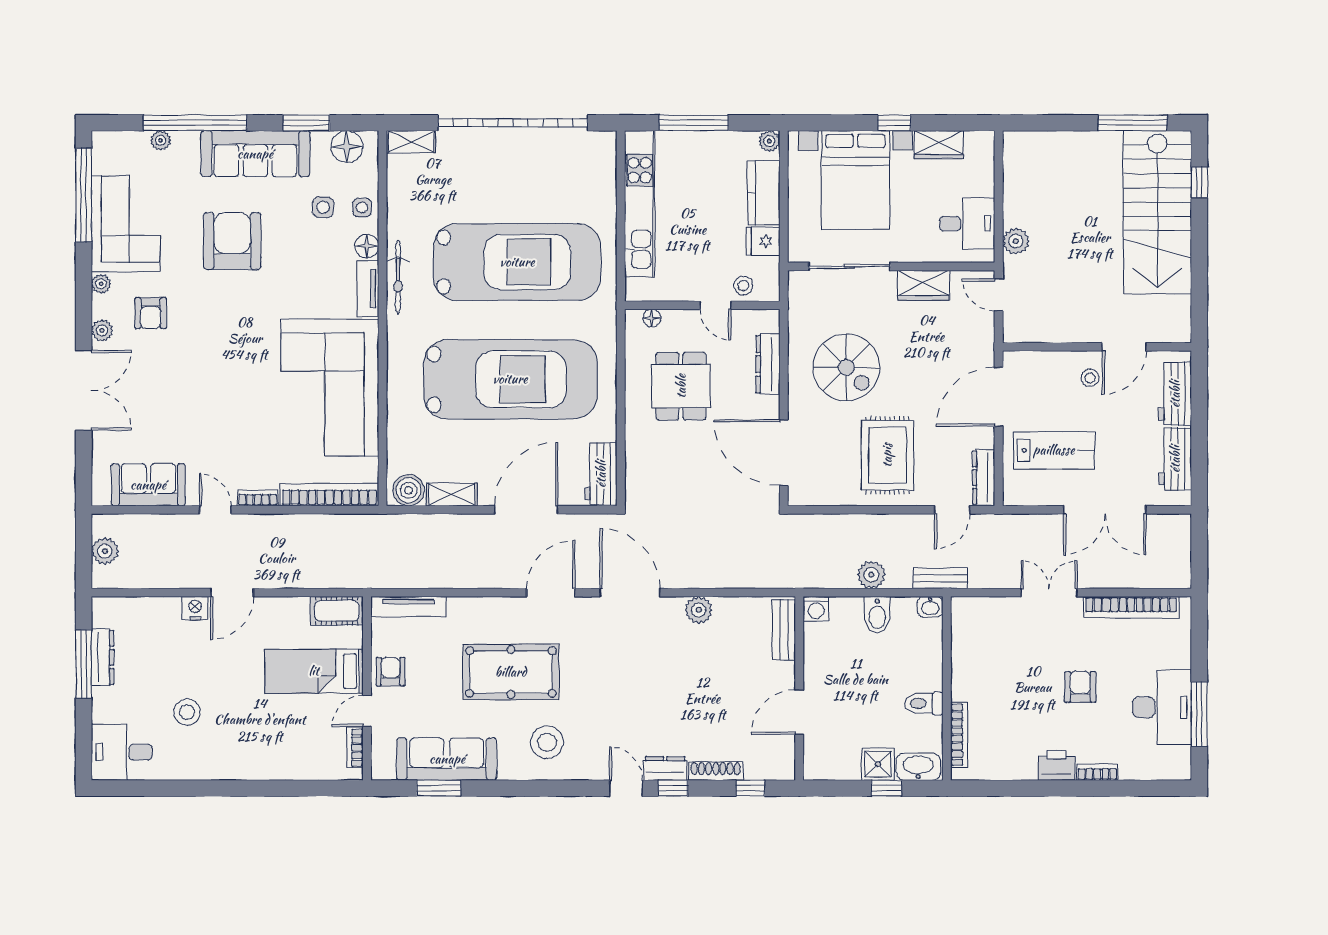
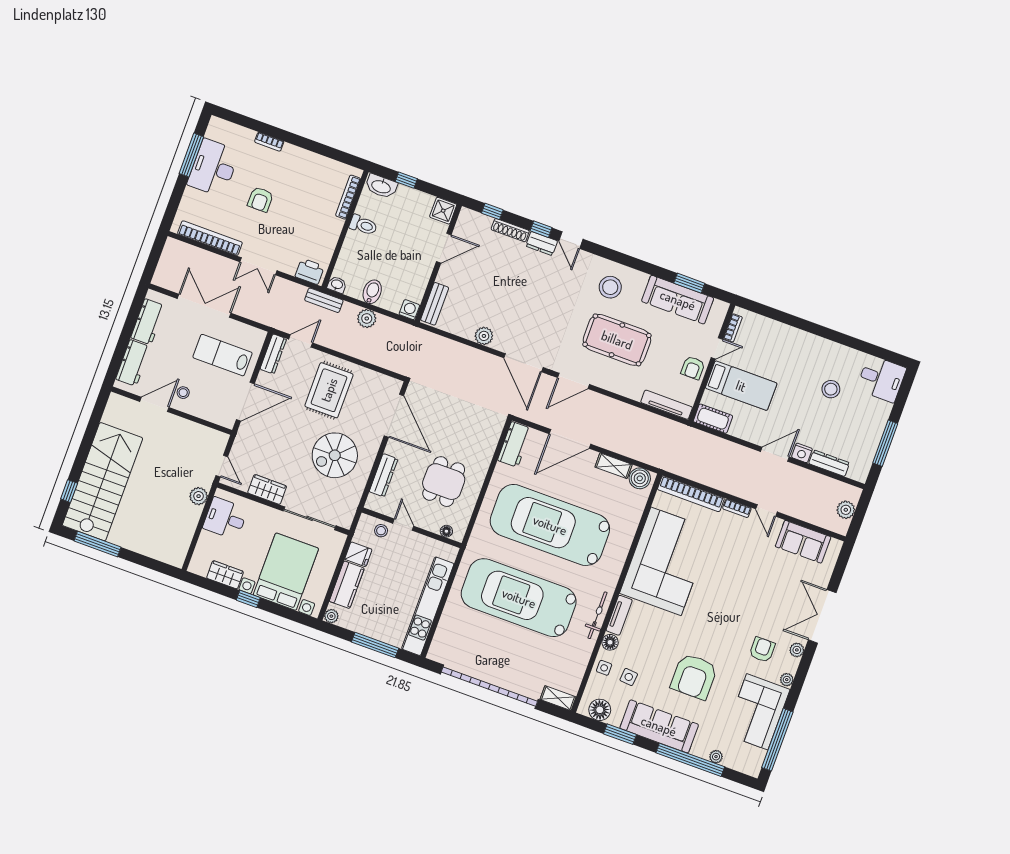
spiral stairs: (846, 367) -> (335, 455), turned -90
dresser: (102, 657) -> (829, 463), moved, turned 90
shower: (878, 764) -> (443, 211), moved
printer: (1056, 765) -> (310, 271), moved, turned 180

